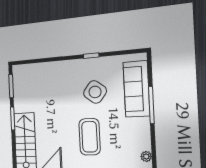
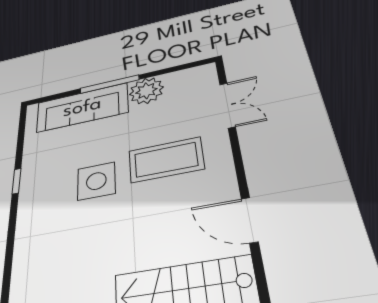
side table: (95, 92) -> (96, 181), moved, turned -37
plant: (146, 156) -> (146, 91), moved, width x1.87, depth x1.87

